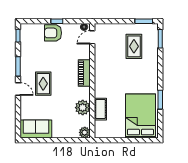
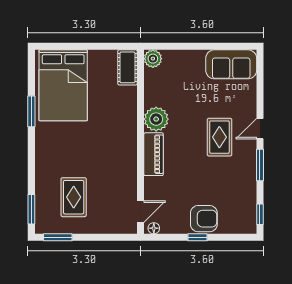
door: (18, 89) -> (260, 129), hinge flipped
plant: (83, 108) -> (156, 119), moved
cot: (100, 109) -> (127, 67), moved

